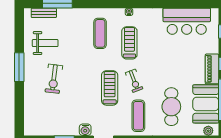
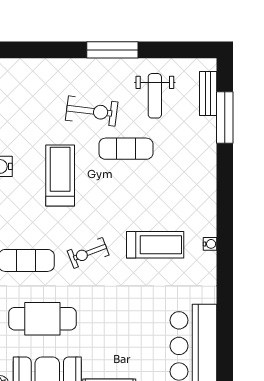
exercise mat: (100, 33) -> (126, 149), moved
exercise bike: (54, 79) -> (92, 111), turned 180
treadmill: (110, 88) -> (60, 175), moved, turned -90

